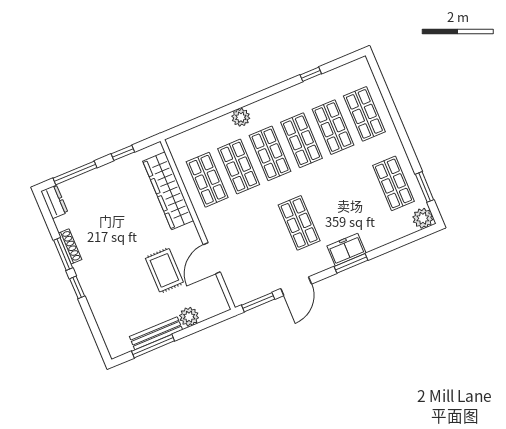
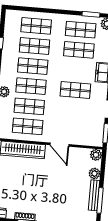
shop shelf: (362, 197) -> (79, 50), added
door: (212, 258) -> (59, 145), moved
rug: (164, 270) -> (63, 174), removed
plant: (218, 304) -> (96, 155), added

